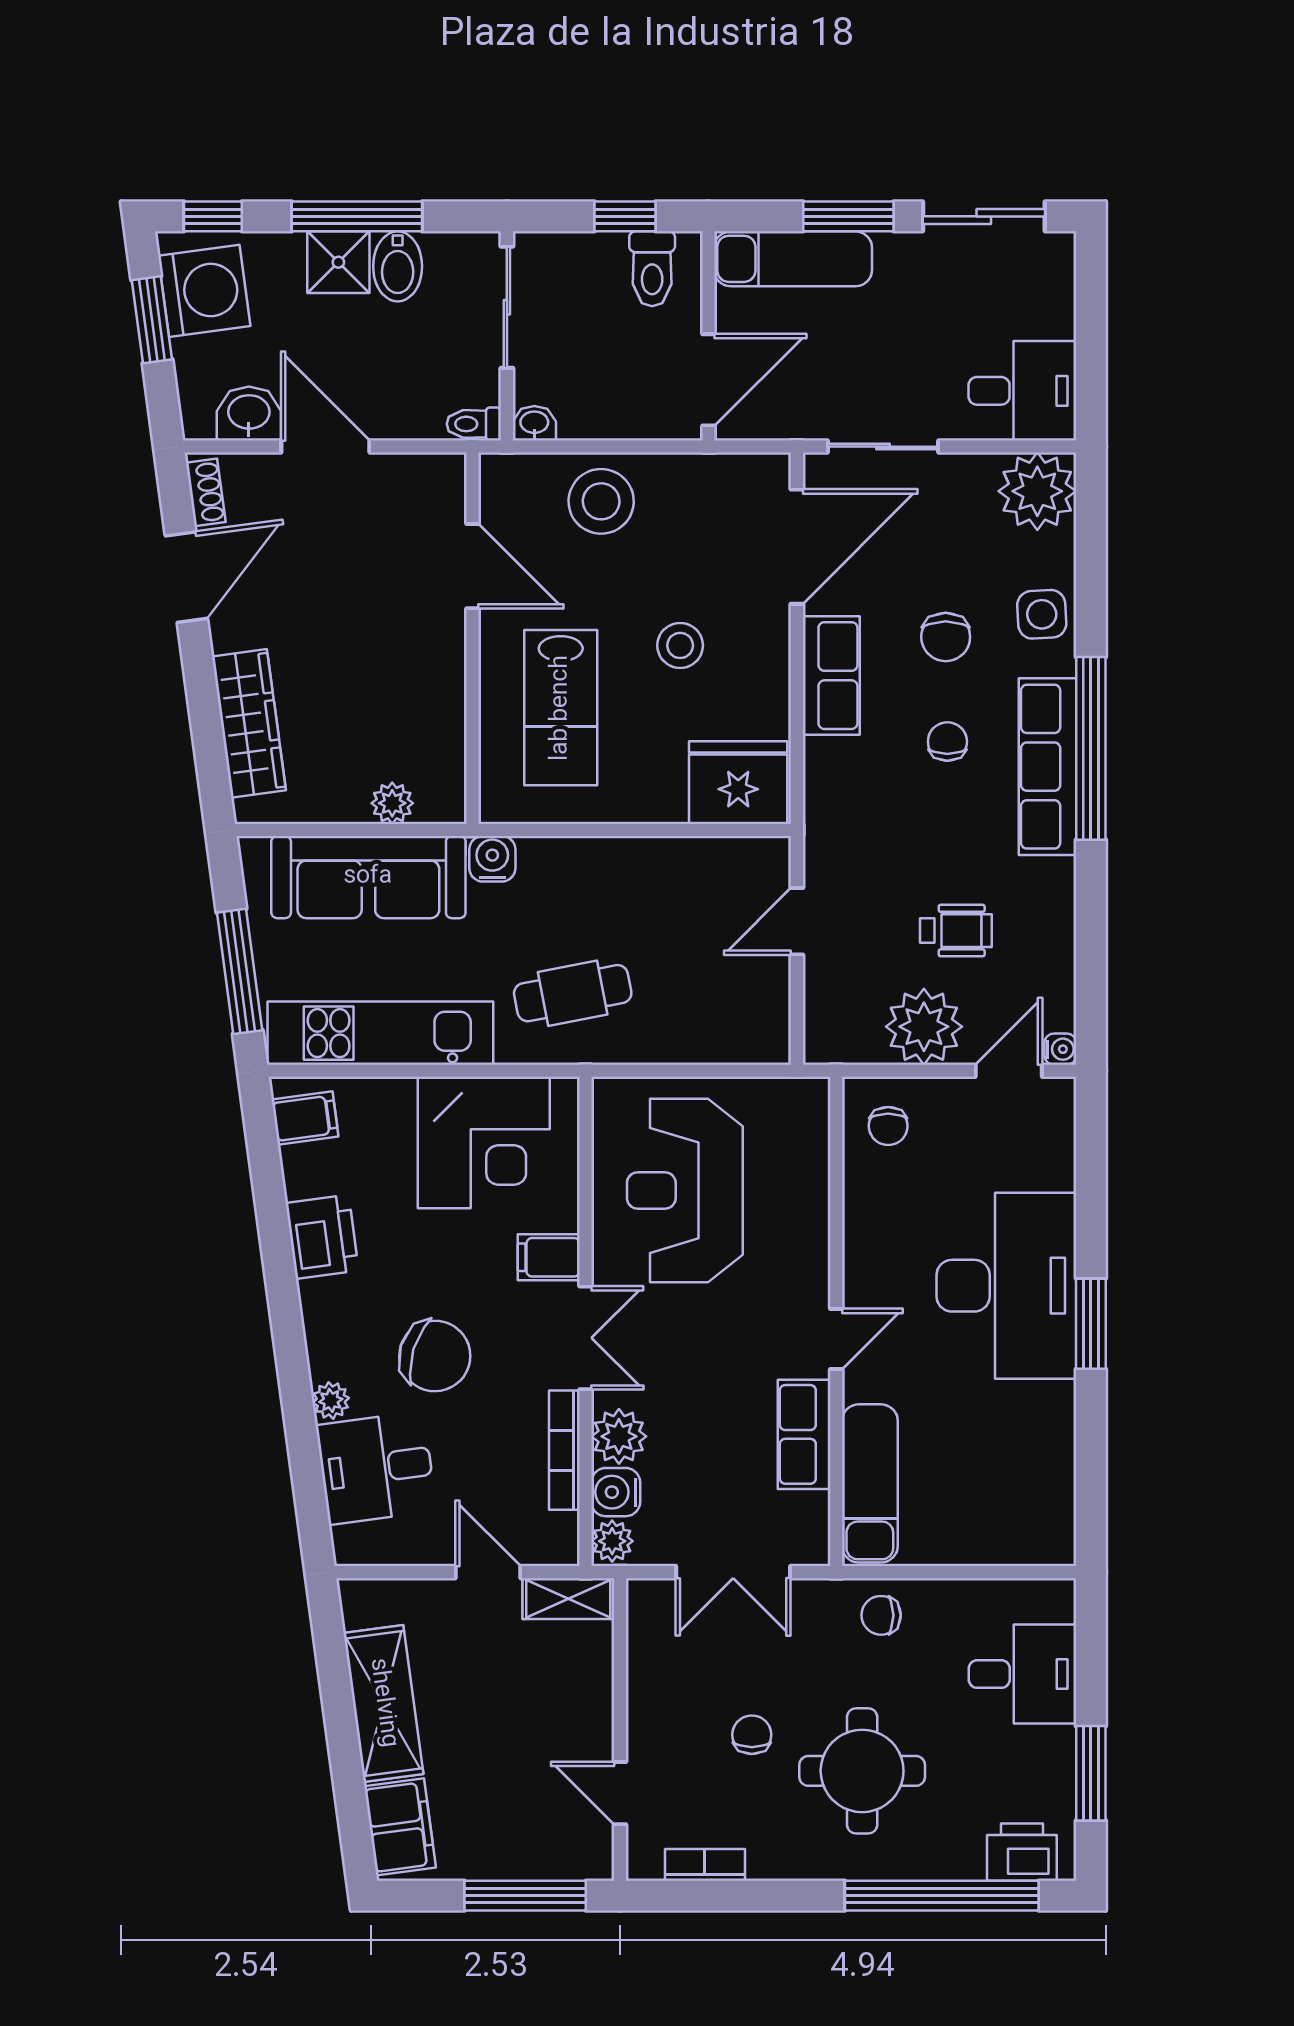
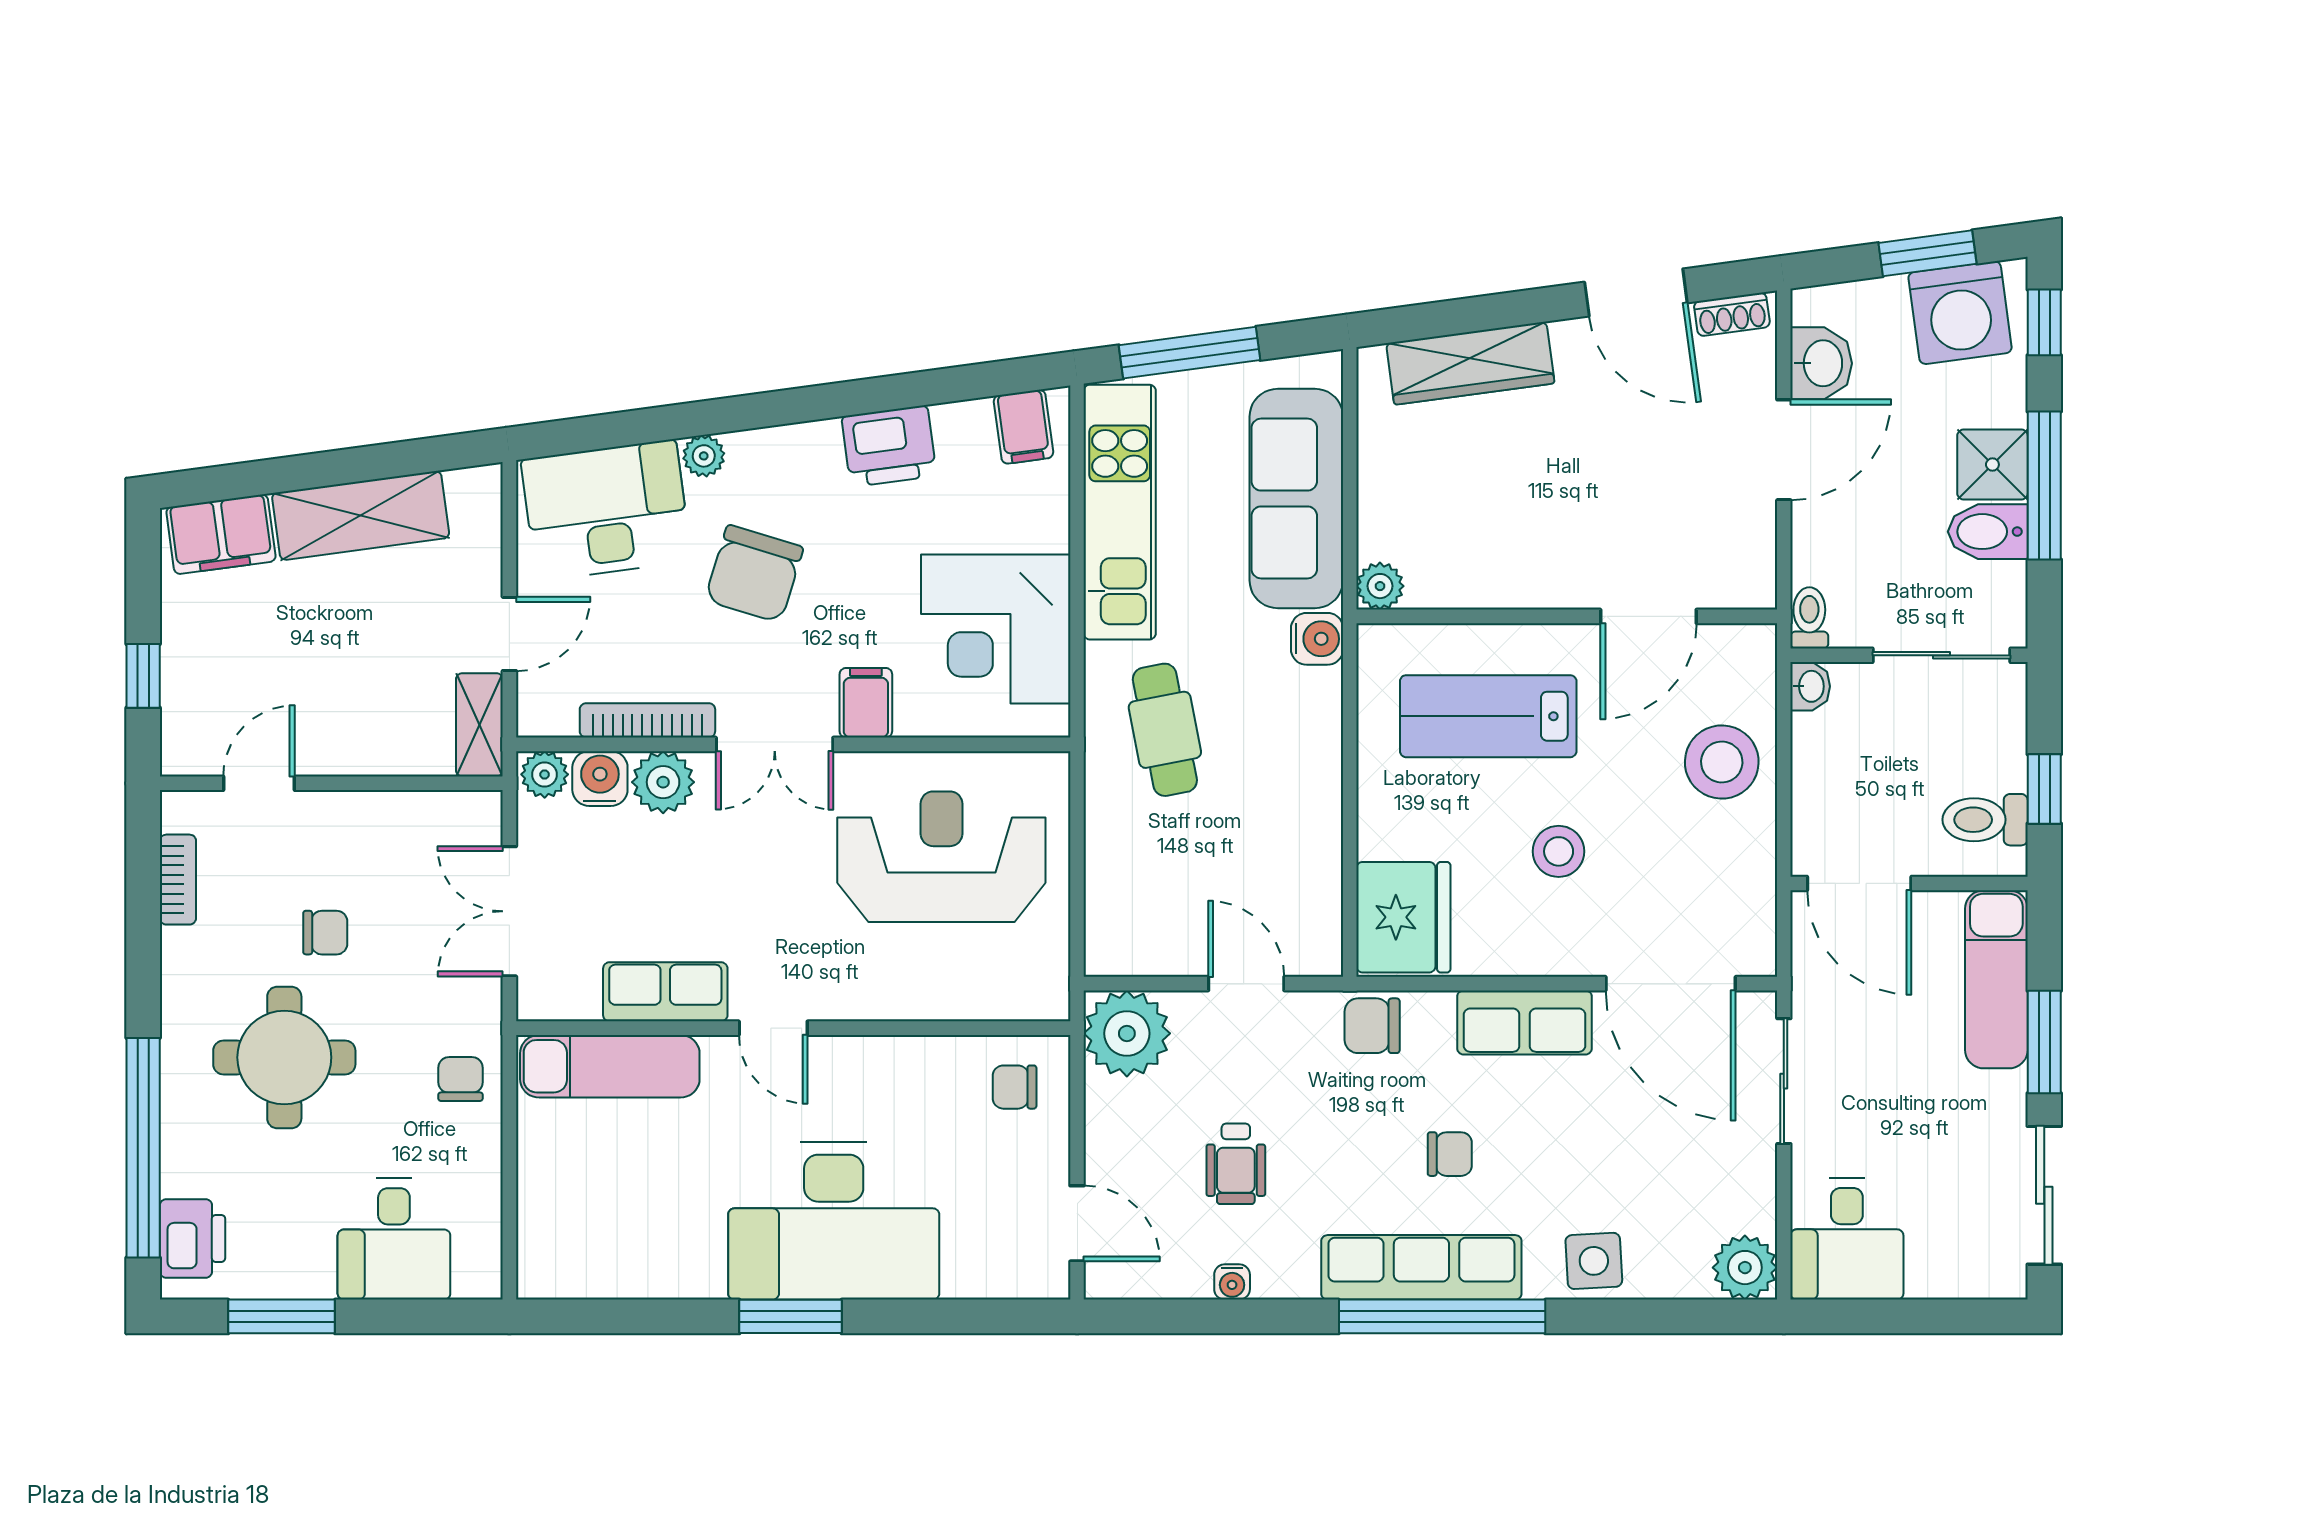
plant: (1037, 491) -> (1745, 1268), width x0.73, depth x0.73
chair: (946, 637) -> (1372, 1026), moved
plant: (392, 803) -> (1380, 586), moved
plant: (924, 1027) -> (1127, 1033), moved
water cooler: (1060, 1049) -> (1232, 1282), moved
desk: (376, 1468) -> (606, 510), width x1.37
window: (525, 1896) -> (143, 676), width x0.46

